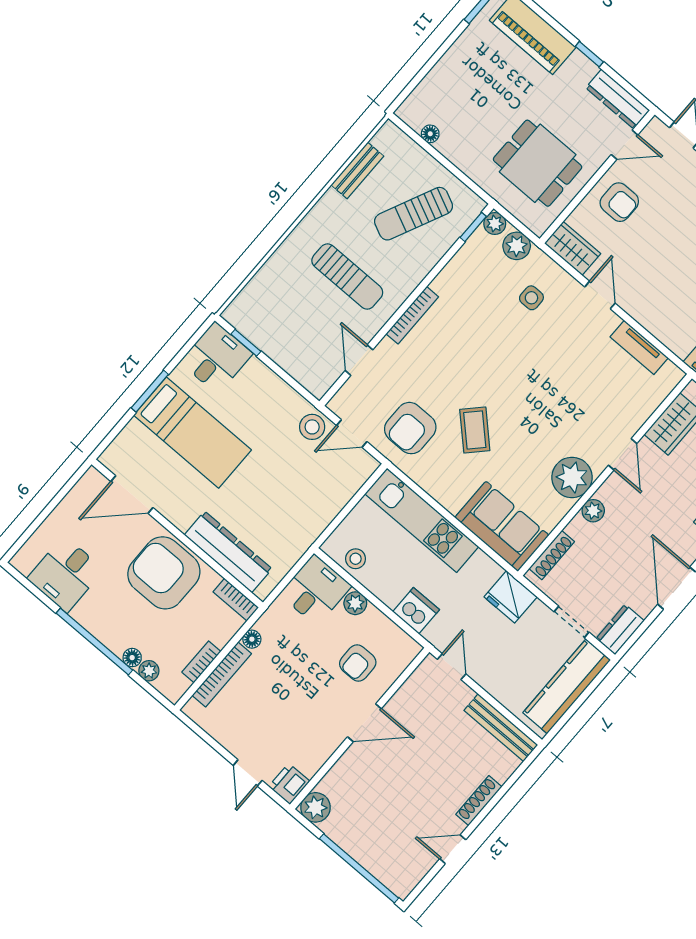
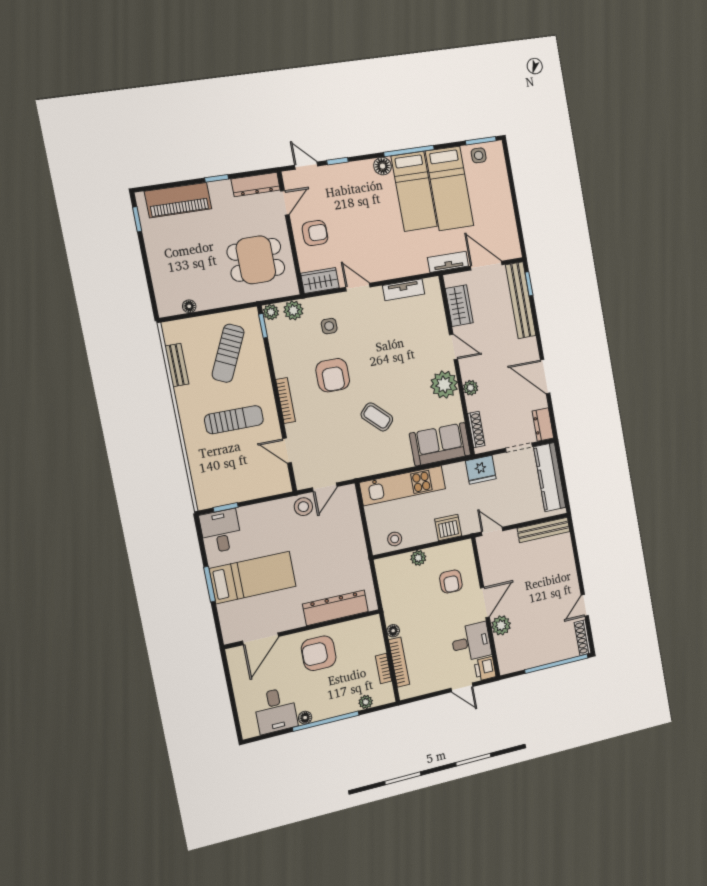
armchair: (410, 428) -> (333, 375), moved
armchair: (164, 573) -> (319, 653), width x0.73, depth x0.73
desk: (315, 590) -> (471, 642), moved, turned 90
bookcase: (236, 600) -> (365, 623), removed
floor lamp: (132, 658) -> (305, 718), moved
shoe rack: (479, 801) -> (583, 638), moved
plant: (316, 807) -> (501, 625), moved

